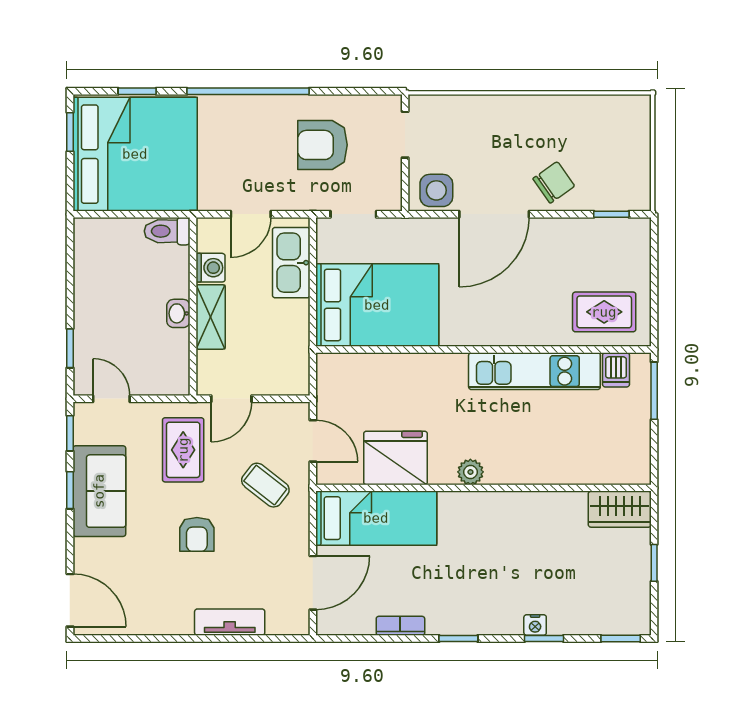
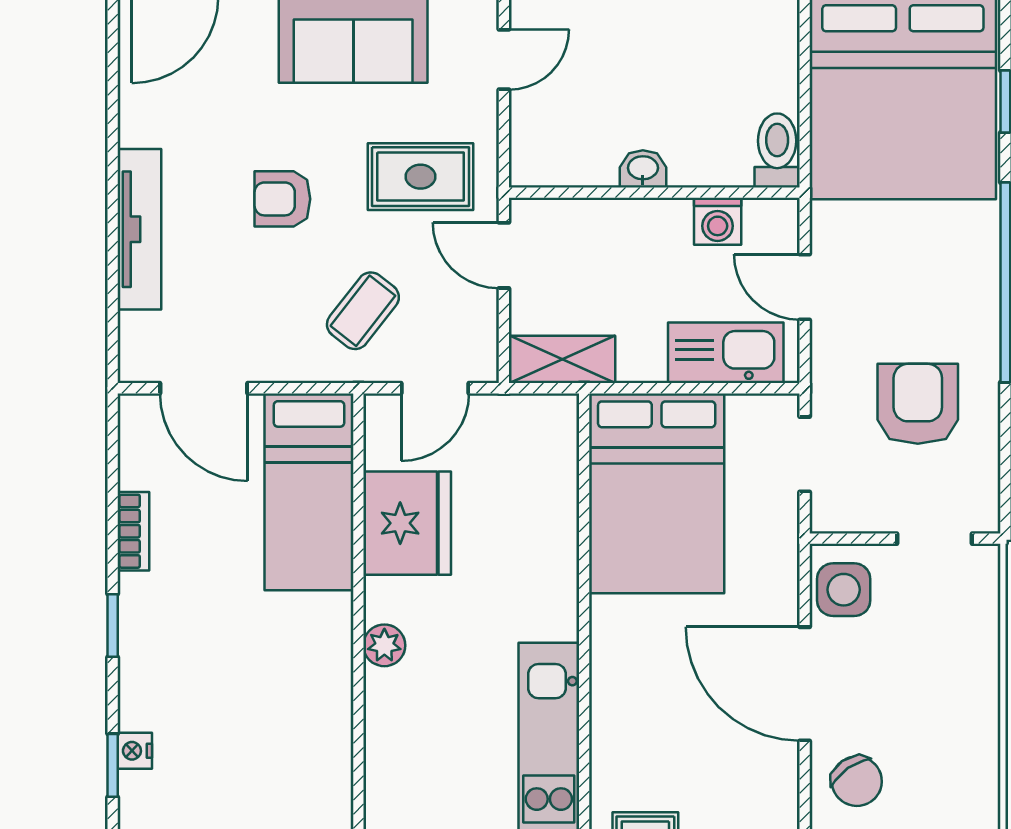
shelving: (211, 317) -> (562, 359), moved
tv unit: (230, 622) -> (139, 229), width x1.41

